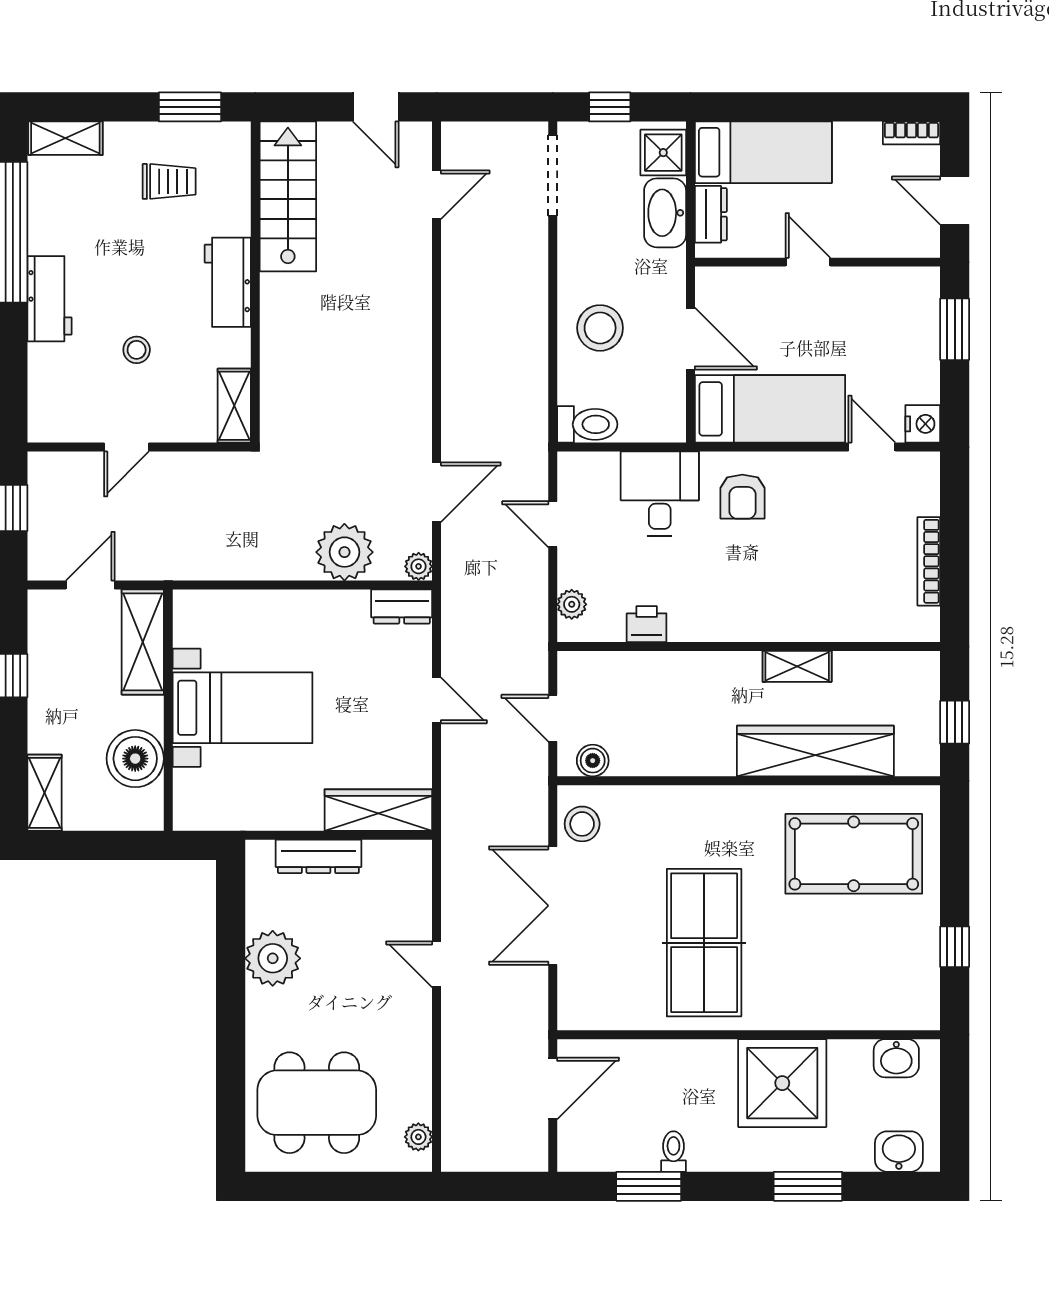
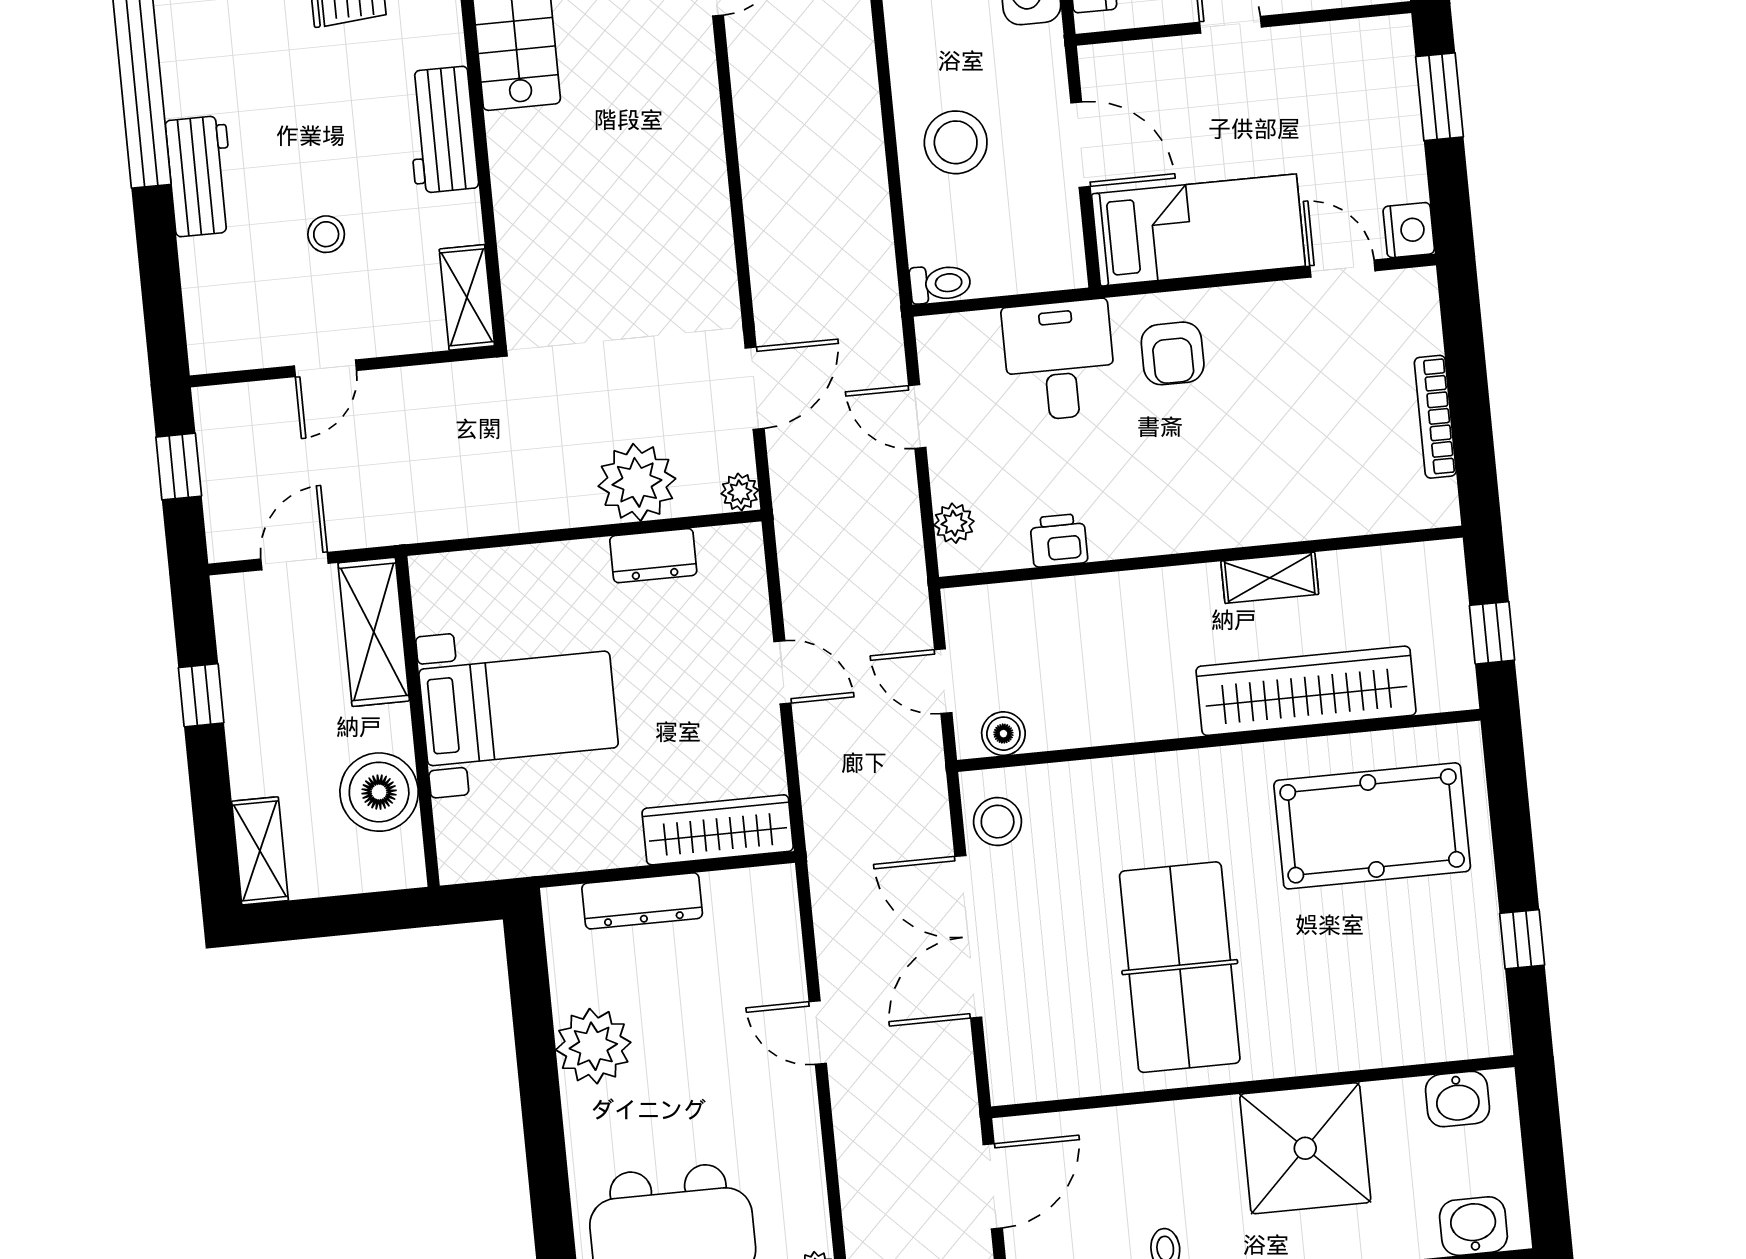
toilet: (587, 424) -> (940, 284), width x0.73, depth x0.72
dresser: (402, 606) -> (653, 556), moved

